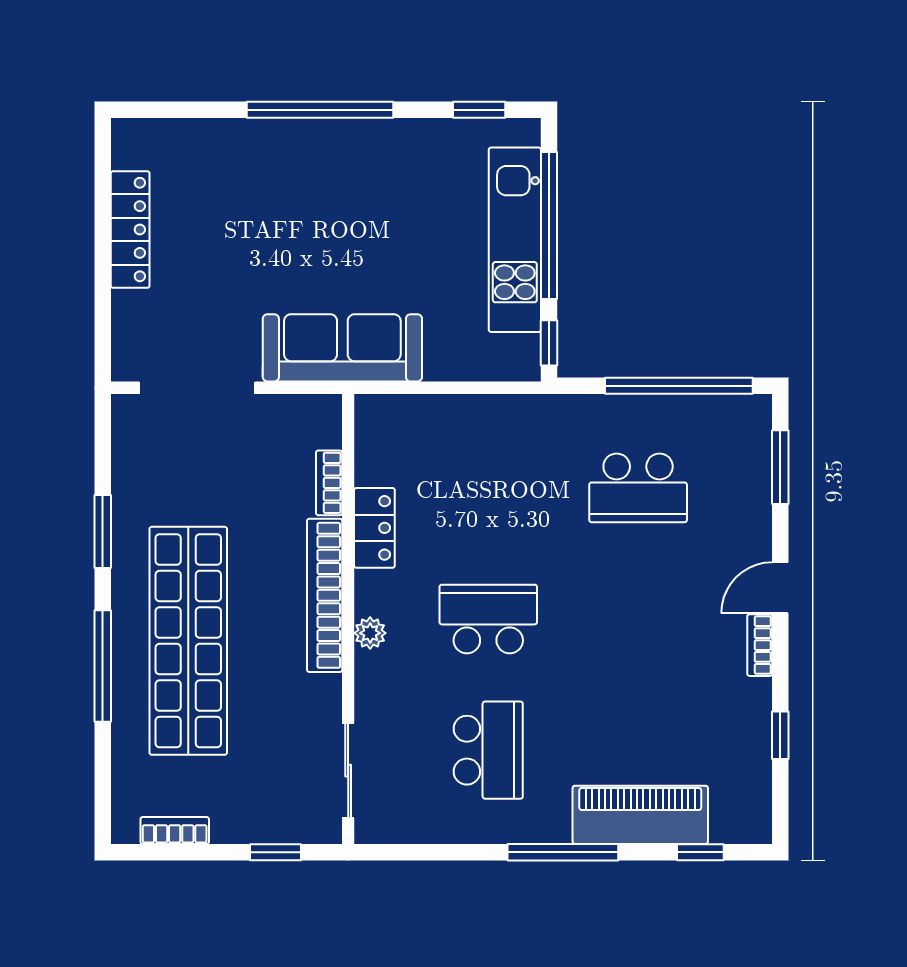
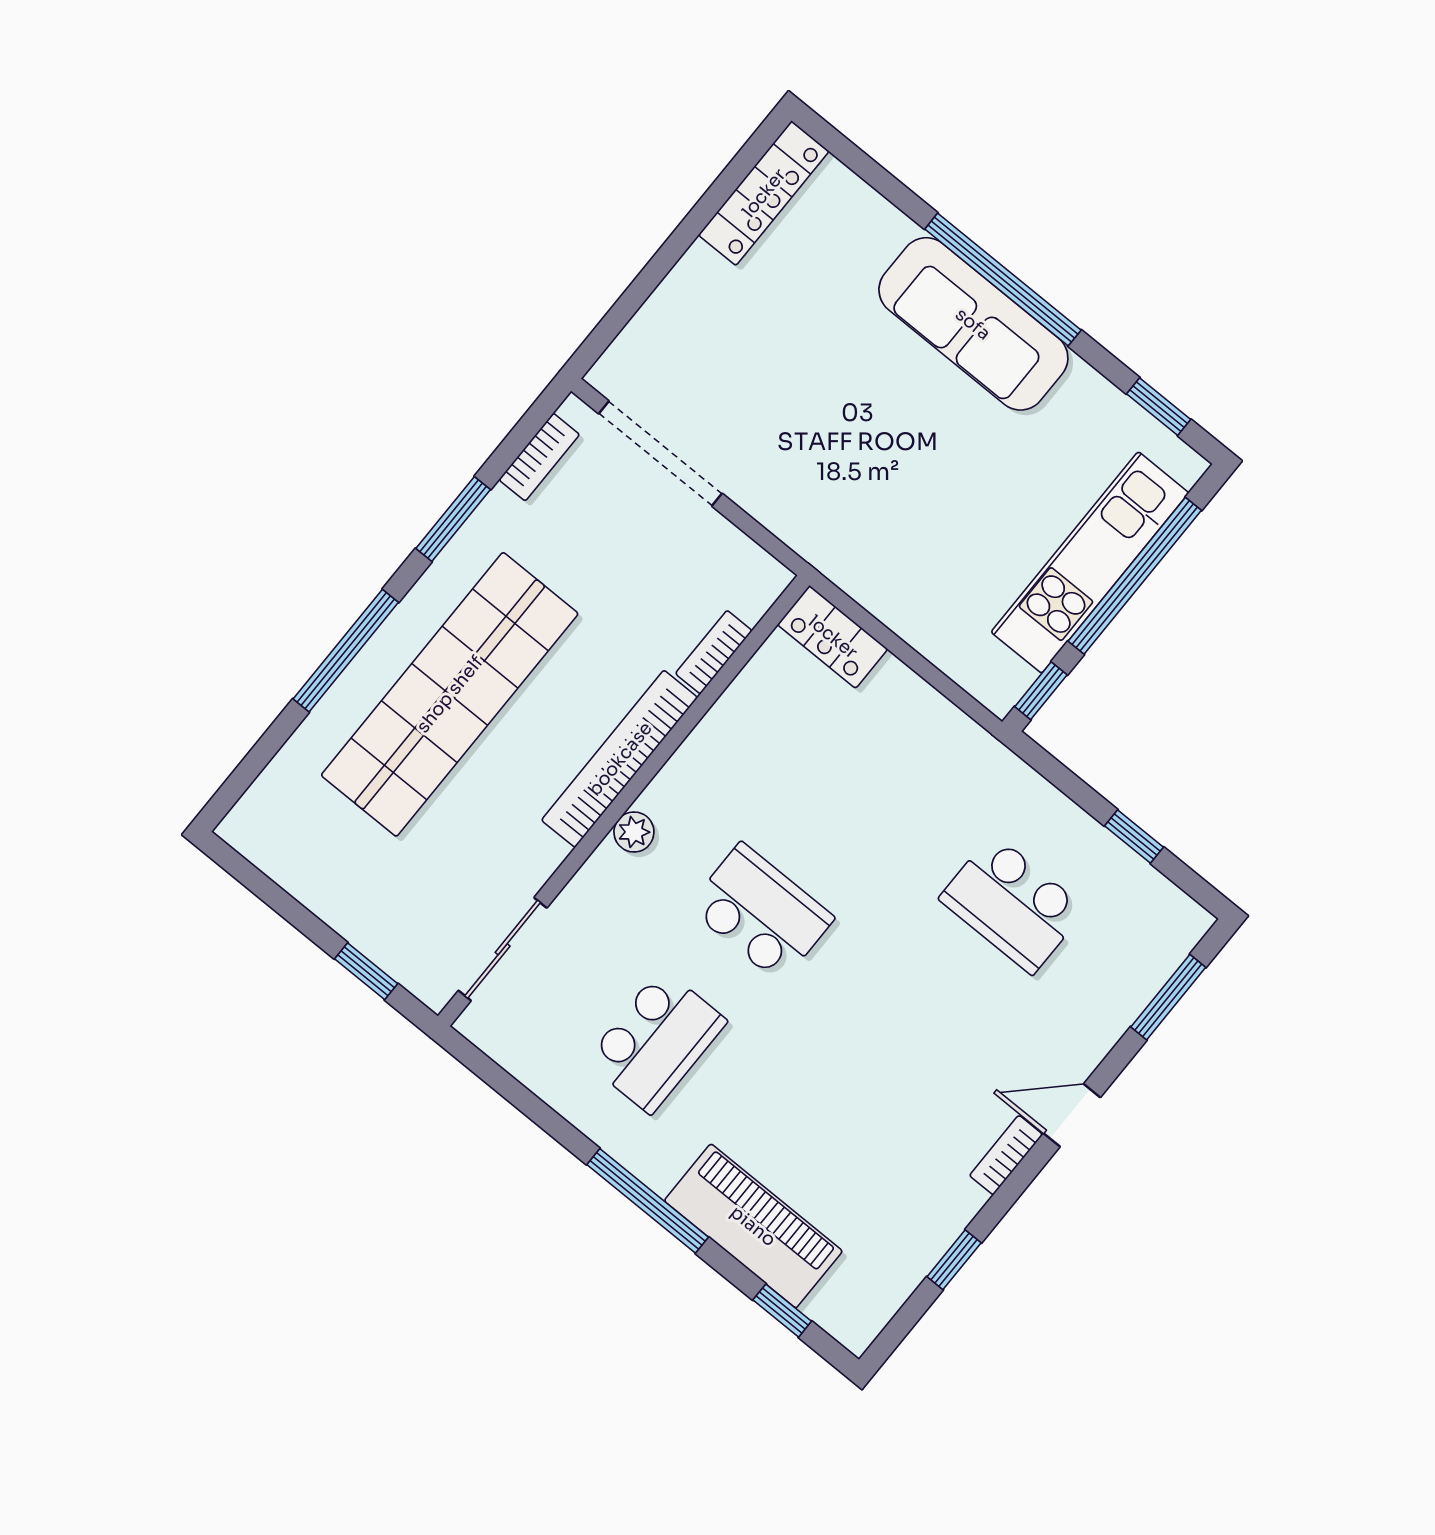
locker: (130, 230) -> (764, 193), moved
sofa: (342, 348) -> (973, 324), moved, turned 180
window: (679, 386) -> (1134, 837), width x0.32
locker: (374, 528) -> (833, 637), moved, turned 90
bookcase: (175, 831) -> (539, 457), moved, turned 90

